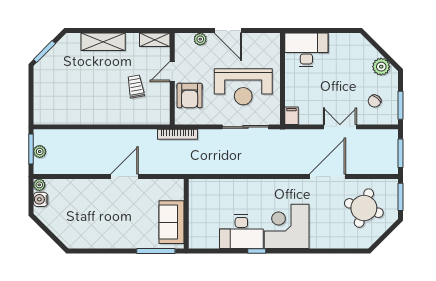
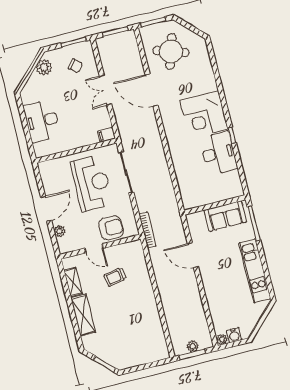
shelving: (155, 40) -> (73, 282), moved
desk: (306, 50) -> (42, 121), moved
door: (124, 177) -> (193, 255), moved
kitchen unit: (104, 239) -> (255, 271), added

